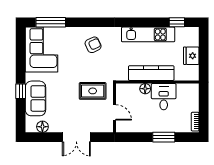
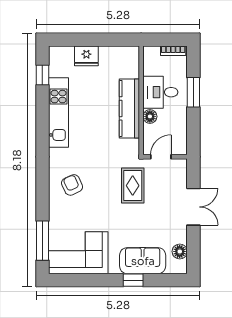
kitchen counter: (151, 73) -> (129, 108), moved
wall: (157, 82) -> (141, 100), moved
floor lamp: (145, 89) -> (150, 116), moved
desk: (164, 97) -> (160, 92), moved

